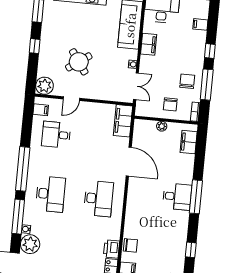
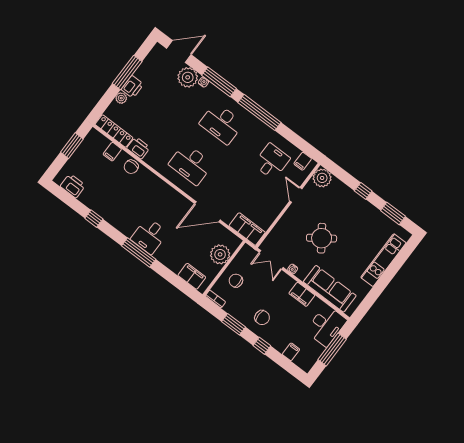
round table: (79, 62) -> (322, 238), moved
chair: (187, 81) -> (262, 318), moved
window: (207, 85) -> (234, 324), width x0.69
plant: (162, 126) -> (220, 254), width x1.88, depth x1.88

